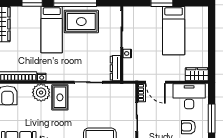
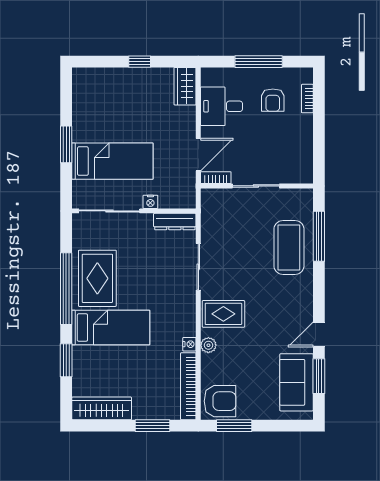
bed: (174, 31) -> (112, 161), moved
window: (212, 47) -> (140, 62), added
plant: (41, 92) -> (208, 345), width x0.53, depth x0.53
desk: (189, 96) -> (222, 106), width x0.73

